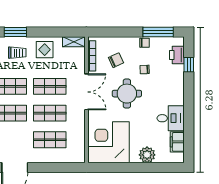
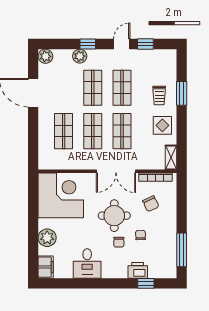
chair: (145, 43) -> (119, 242), moved
printer: (177, 55) -> (138, 270), moved
filing cabinet: (177, 142) -> (46, 267), moved, turned 90

